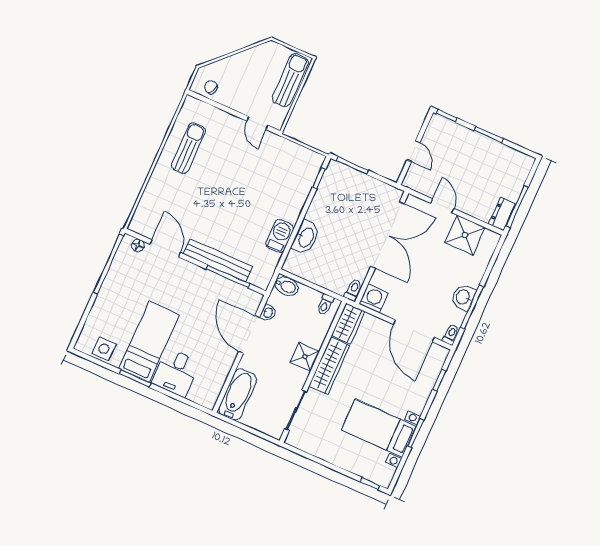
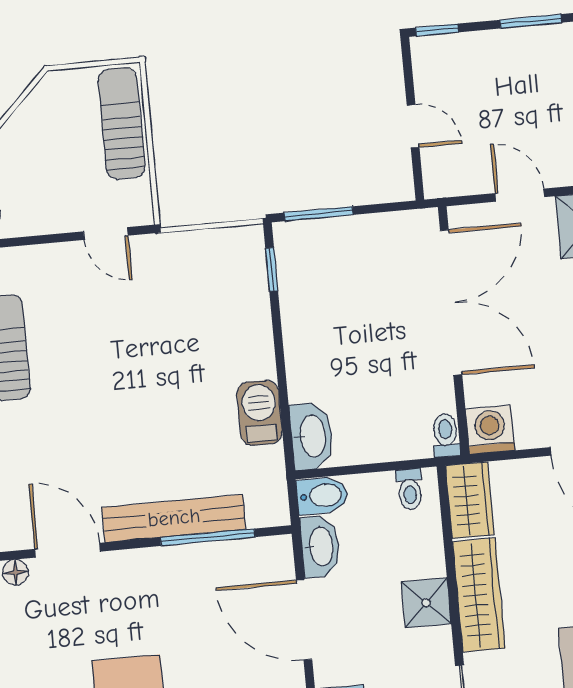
washbasin: (306, 237) -> (312, 436), moved
washbasin: (268, 313) -> (320, 547), width x1.91, depth x1.45

